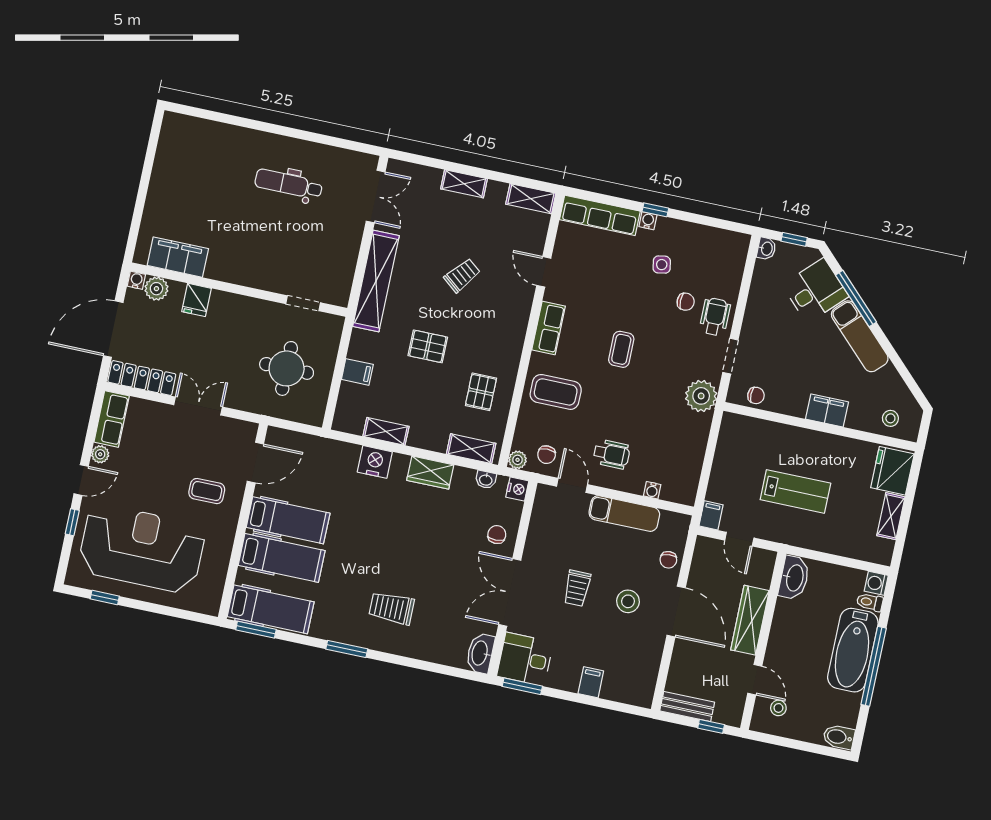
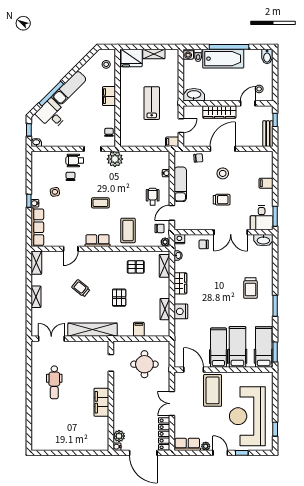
filing cabinet: (178, 257) -> (101, 402), moved
fridge: (197, 300) -> (120, 415), removed
coffee table: (207, 491) -> (213, 390), width x1.86, depth x1.72

